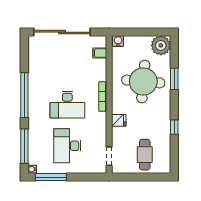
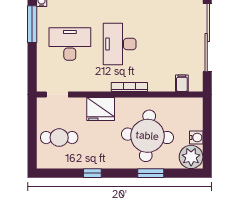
water cooler: (118, 41) -> (196, 137), moved
fridge: (119, 120) -> (101, 109), width x1.88, depth x1.34

